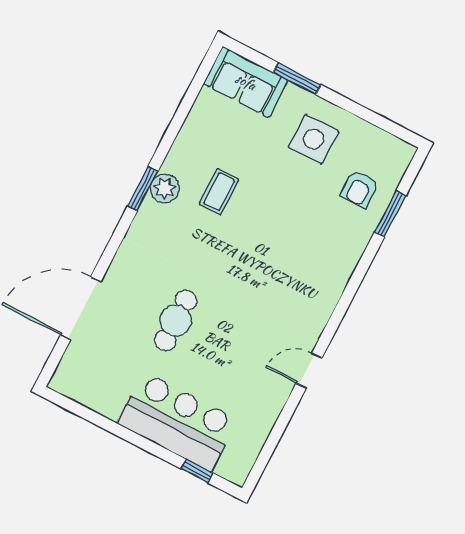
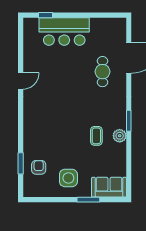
plant: (165, 188) -> (120, 136), moved
cafe table: (176, 321) -> (102, 72), moved

